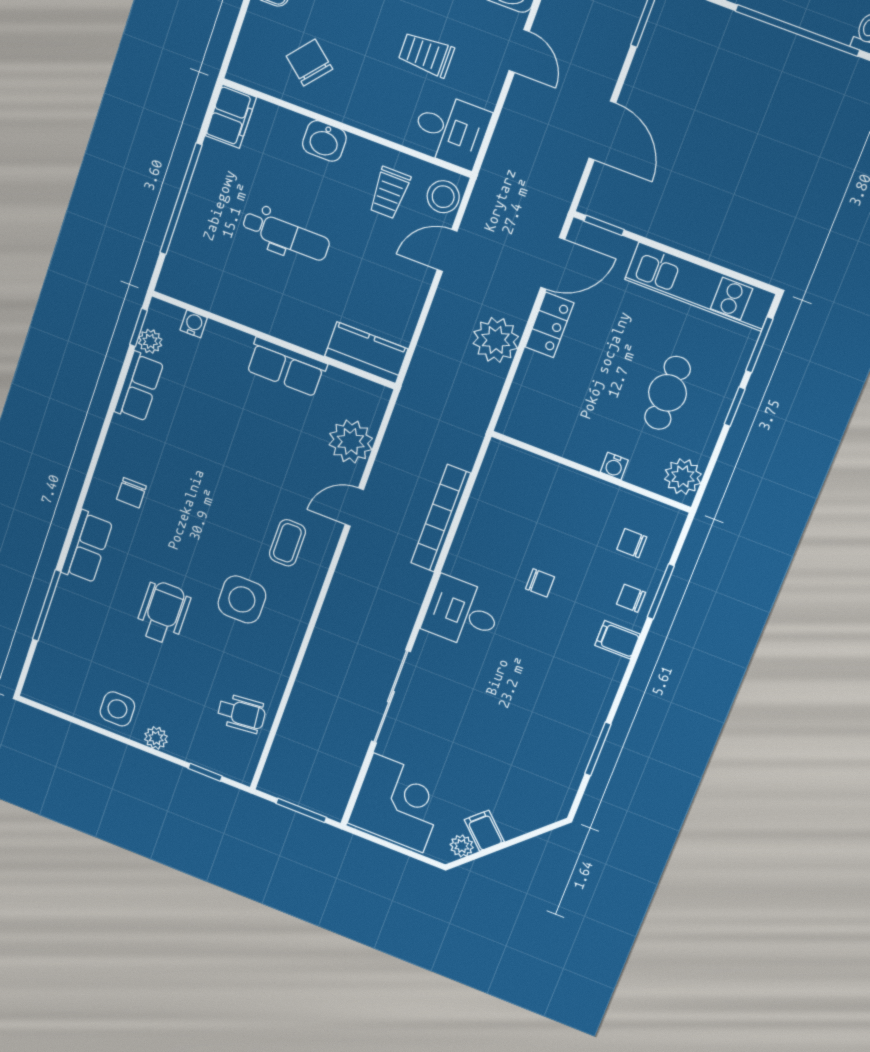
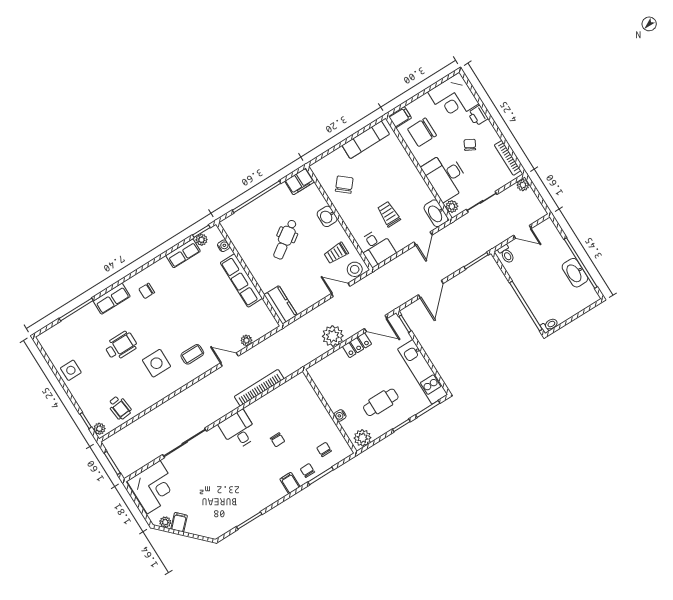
dental chair: (286, 235) -> (285, 239), turned 55
row of seats: (286, 367) -> (241, 281), width x1.48
plant: (351, 441) -> (246, 340), width x0.53, depth x0.53
plant: (156, 738) -> (99, 429), moved

